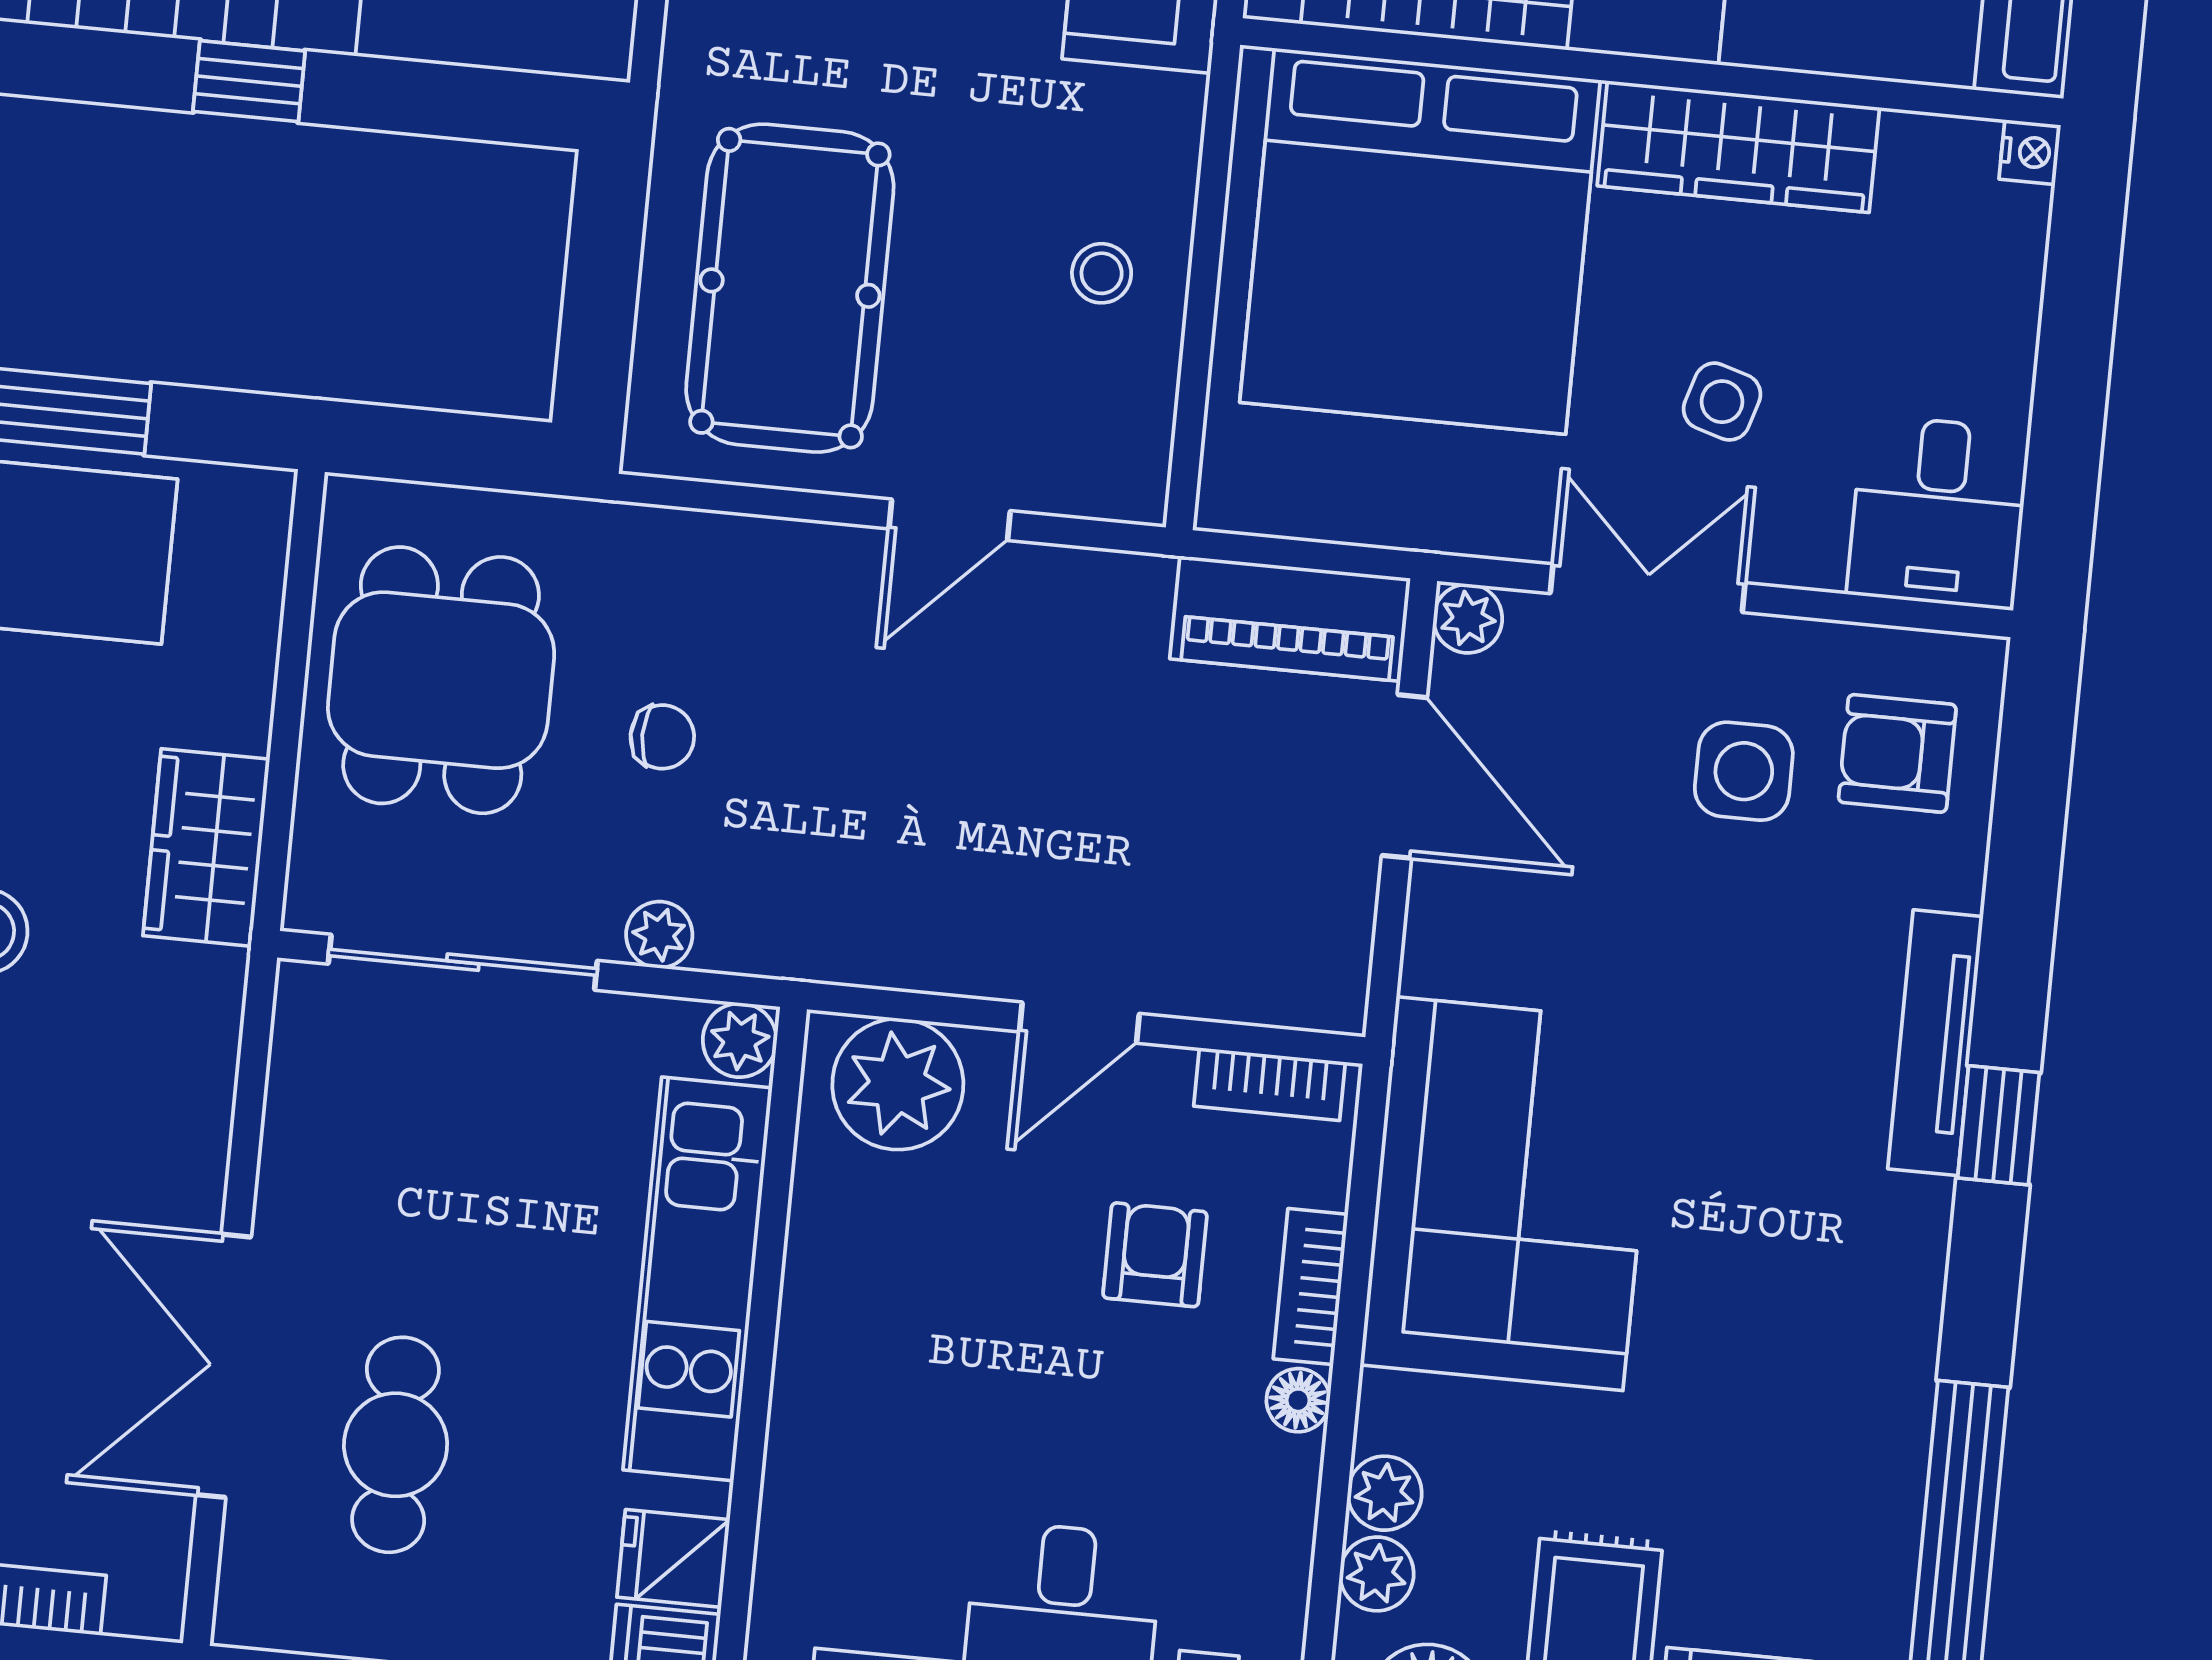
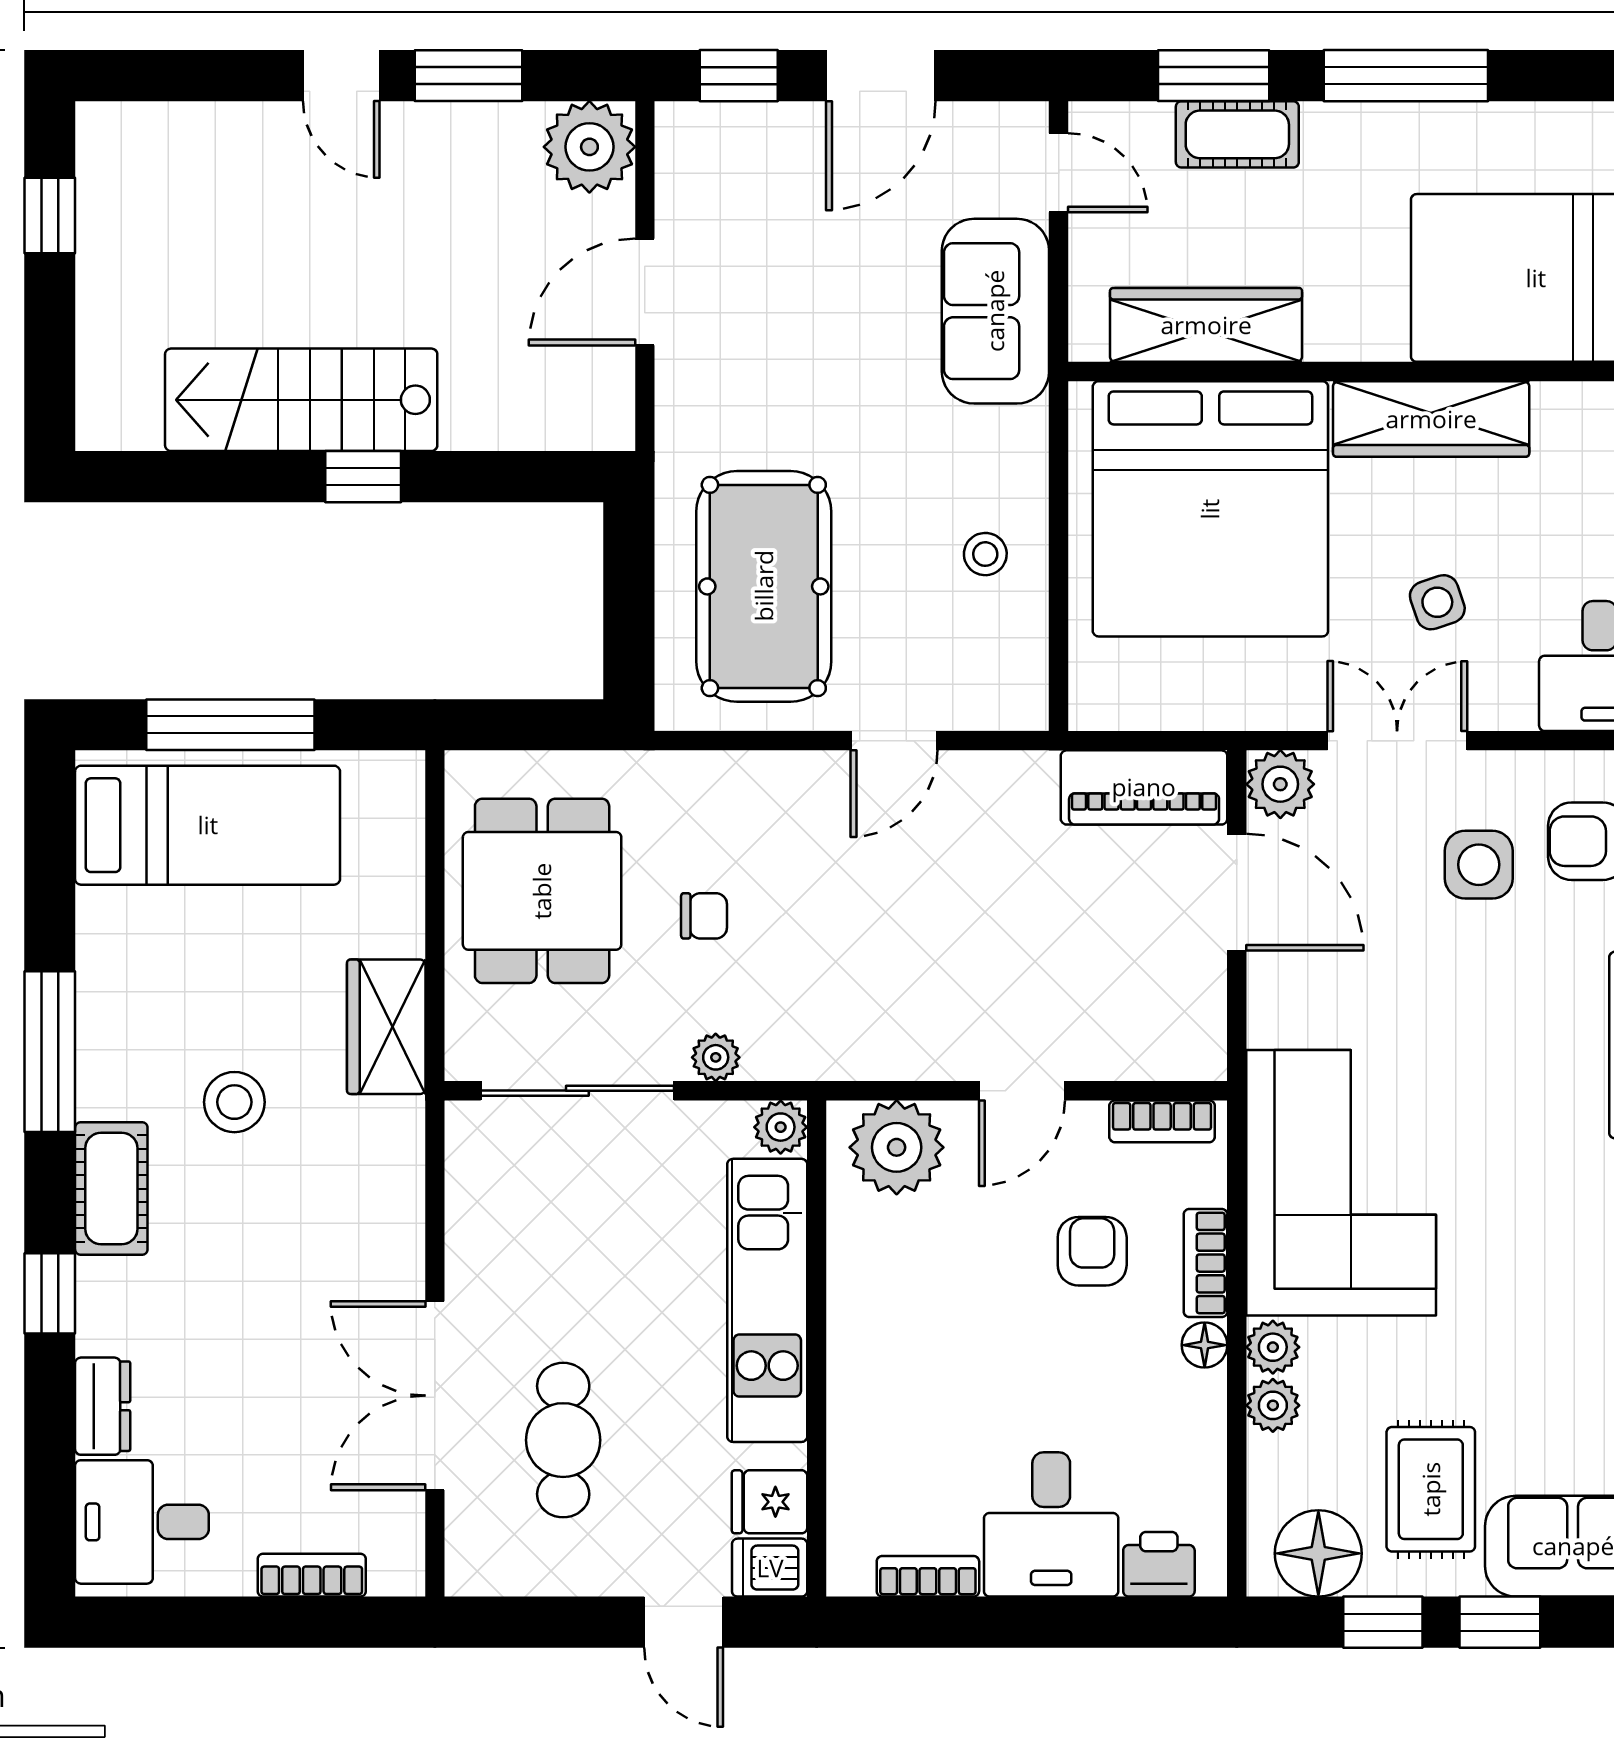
side table: (1722, 402) -> (1437, 602), turned -36
plant: (1468, 618) -> (1280, 784), width x1.38, depth x1.38
plant: (1377, 1574) -> (1273, 1347), moved

